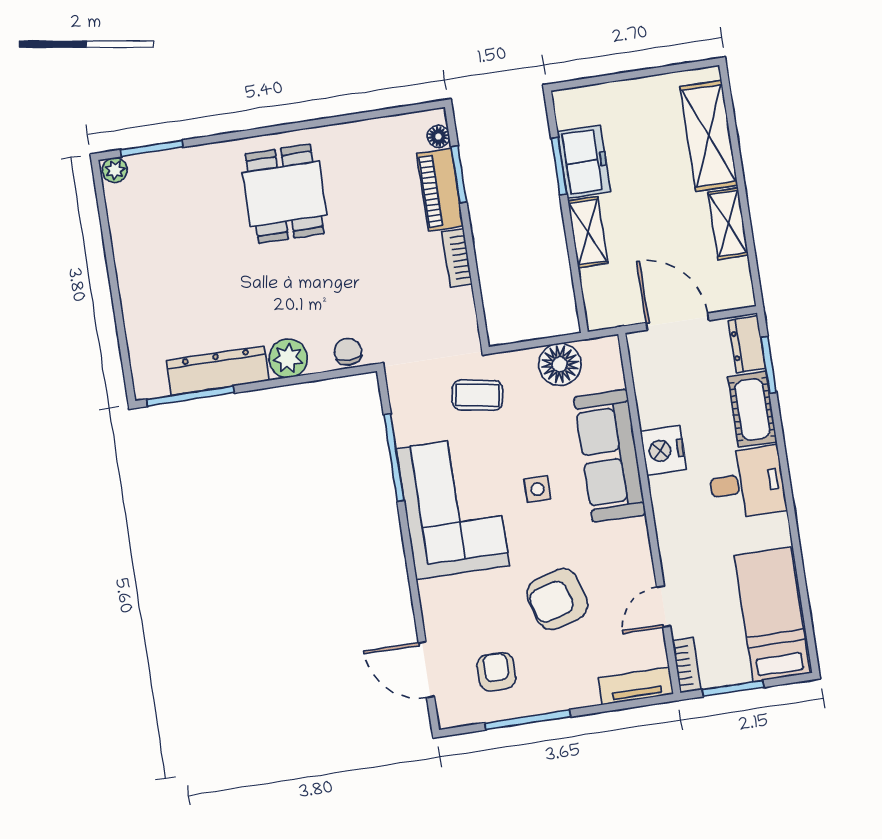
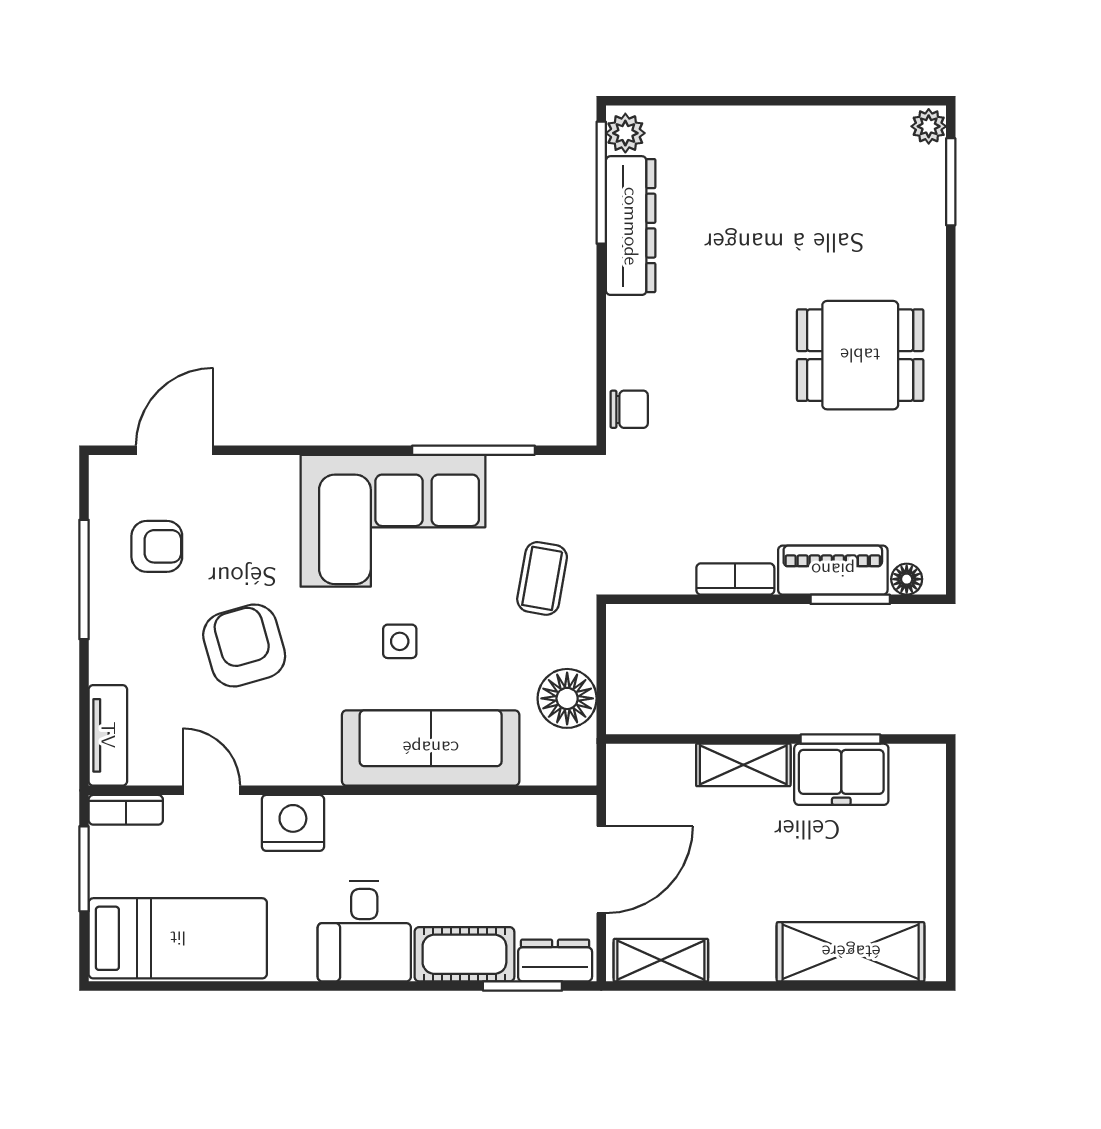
shelving: (728, 224) -> (661, 960), moved
plant: (288, 358) -> (625, 133), moved, width x0.73, depth x0.73
nightstand: (663, 450) -> (293, 823), moved

